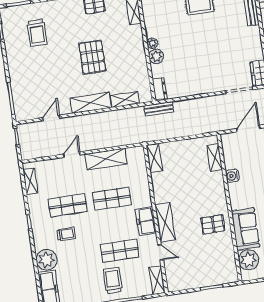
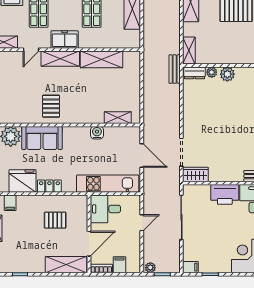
plant: (152, 43) -> (212, 72), moved
shelving: (125, 100) -> (189, 50), moved
shelving: (154, 158) -> (101, 59), moved, width x1.50, depth x1.33

